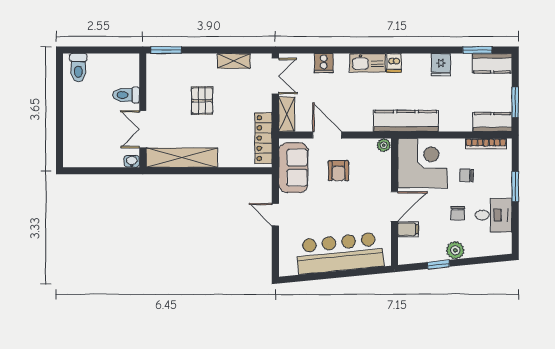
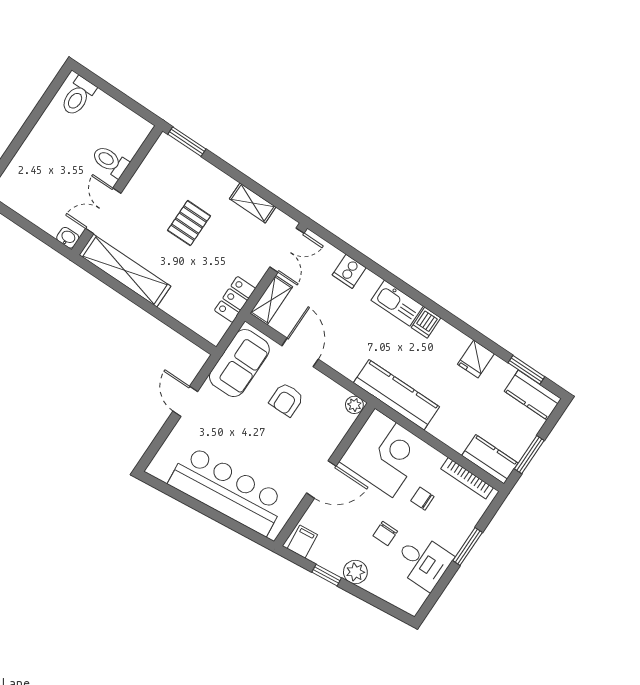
locker: (264, 138) -> (235, 299), width x0.66
filing cabinet: (408, 229) -> (302, 542), moved, turned -96

